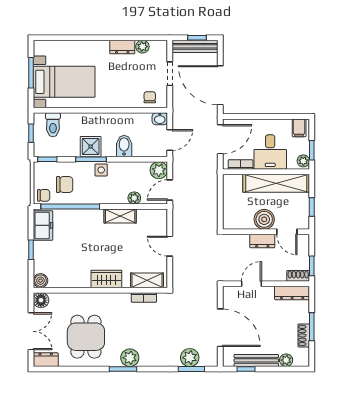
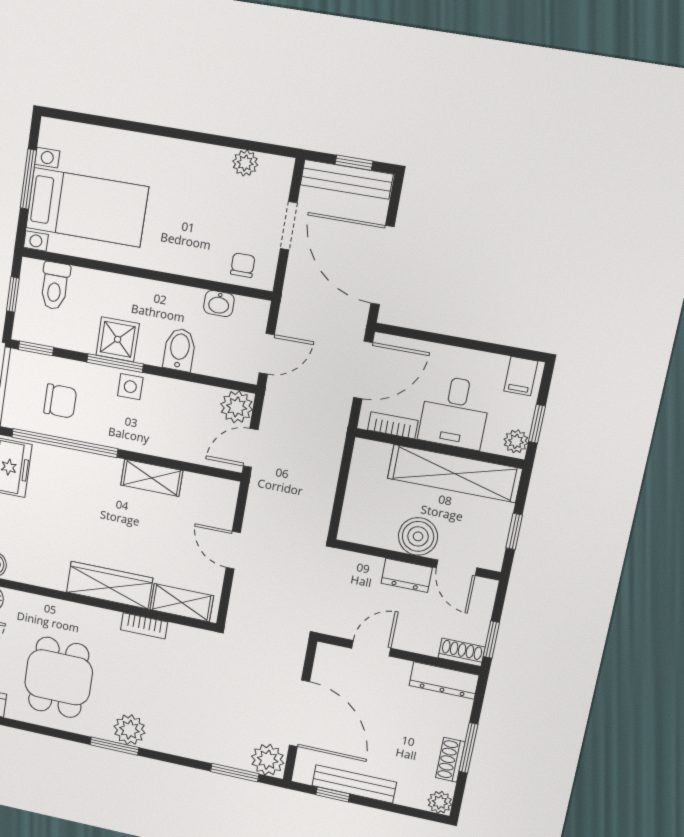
dresser: (122, 47) -> (206, 157), removed
washbasin: (160, 119) -> (219, 304), moved
chair: (44, 195) -> (20, 414), removed
plant: (134, 198) -> (183, 450), removed
wardrobe: (106, 279) -> (110, 585), width x1.50
bookcase: (144, 297) -> (144, 626), moved
plant: (190, 358) -> (268, 760), moved
plant: (286, 360) -> (440, 802), moved

